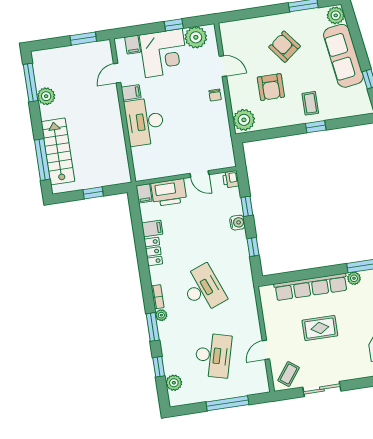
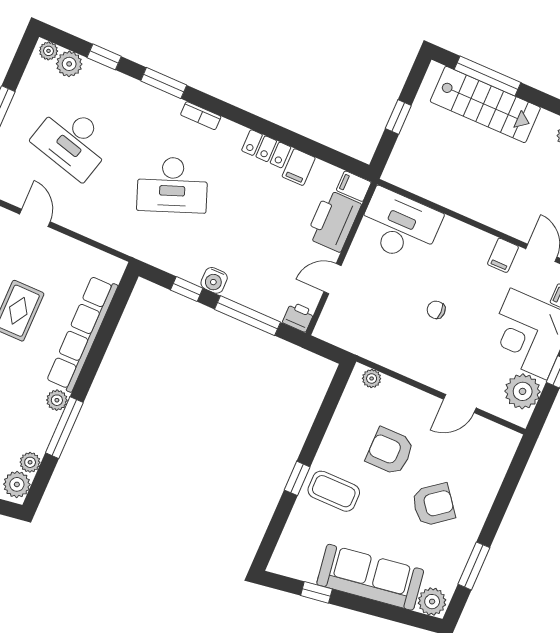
chair: (215, 95) -> (436, 310), moved
coffee table: (310, 103) -> (334, 491), width x1.36, depth x1.30
plant: (244, 120) -> (372, 379), width x0.53, depth x0.53
desk: (145, 122) -> (399, 226), moved
window: (247, 206) -> (247, 316), width x2.17
water cooler: (237, 223) -> (214, 280), moved
plant: (161, 315) -> (49, 51), moved

